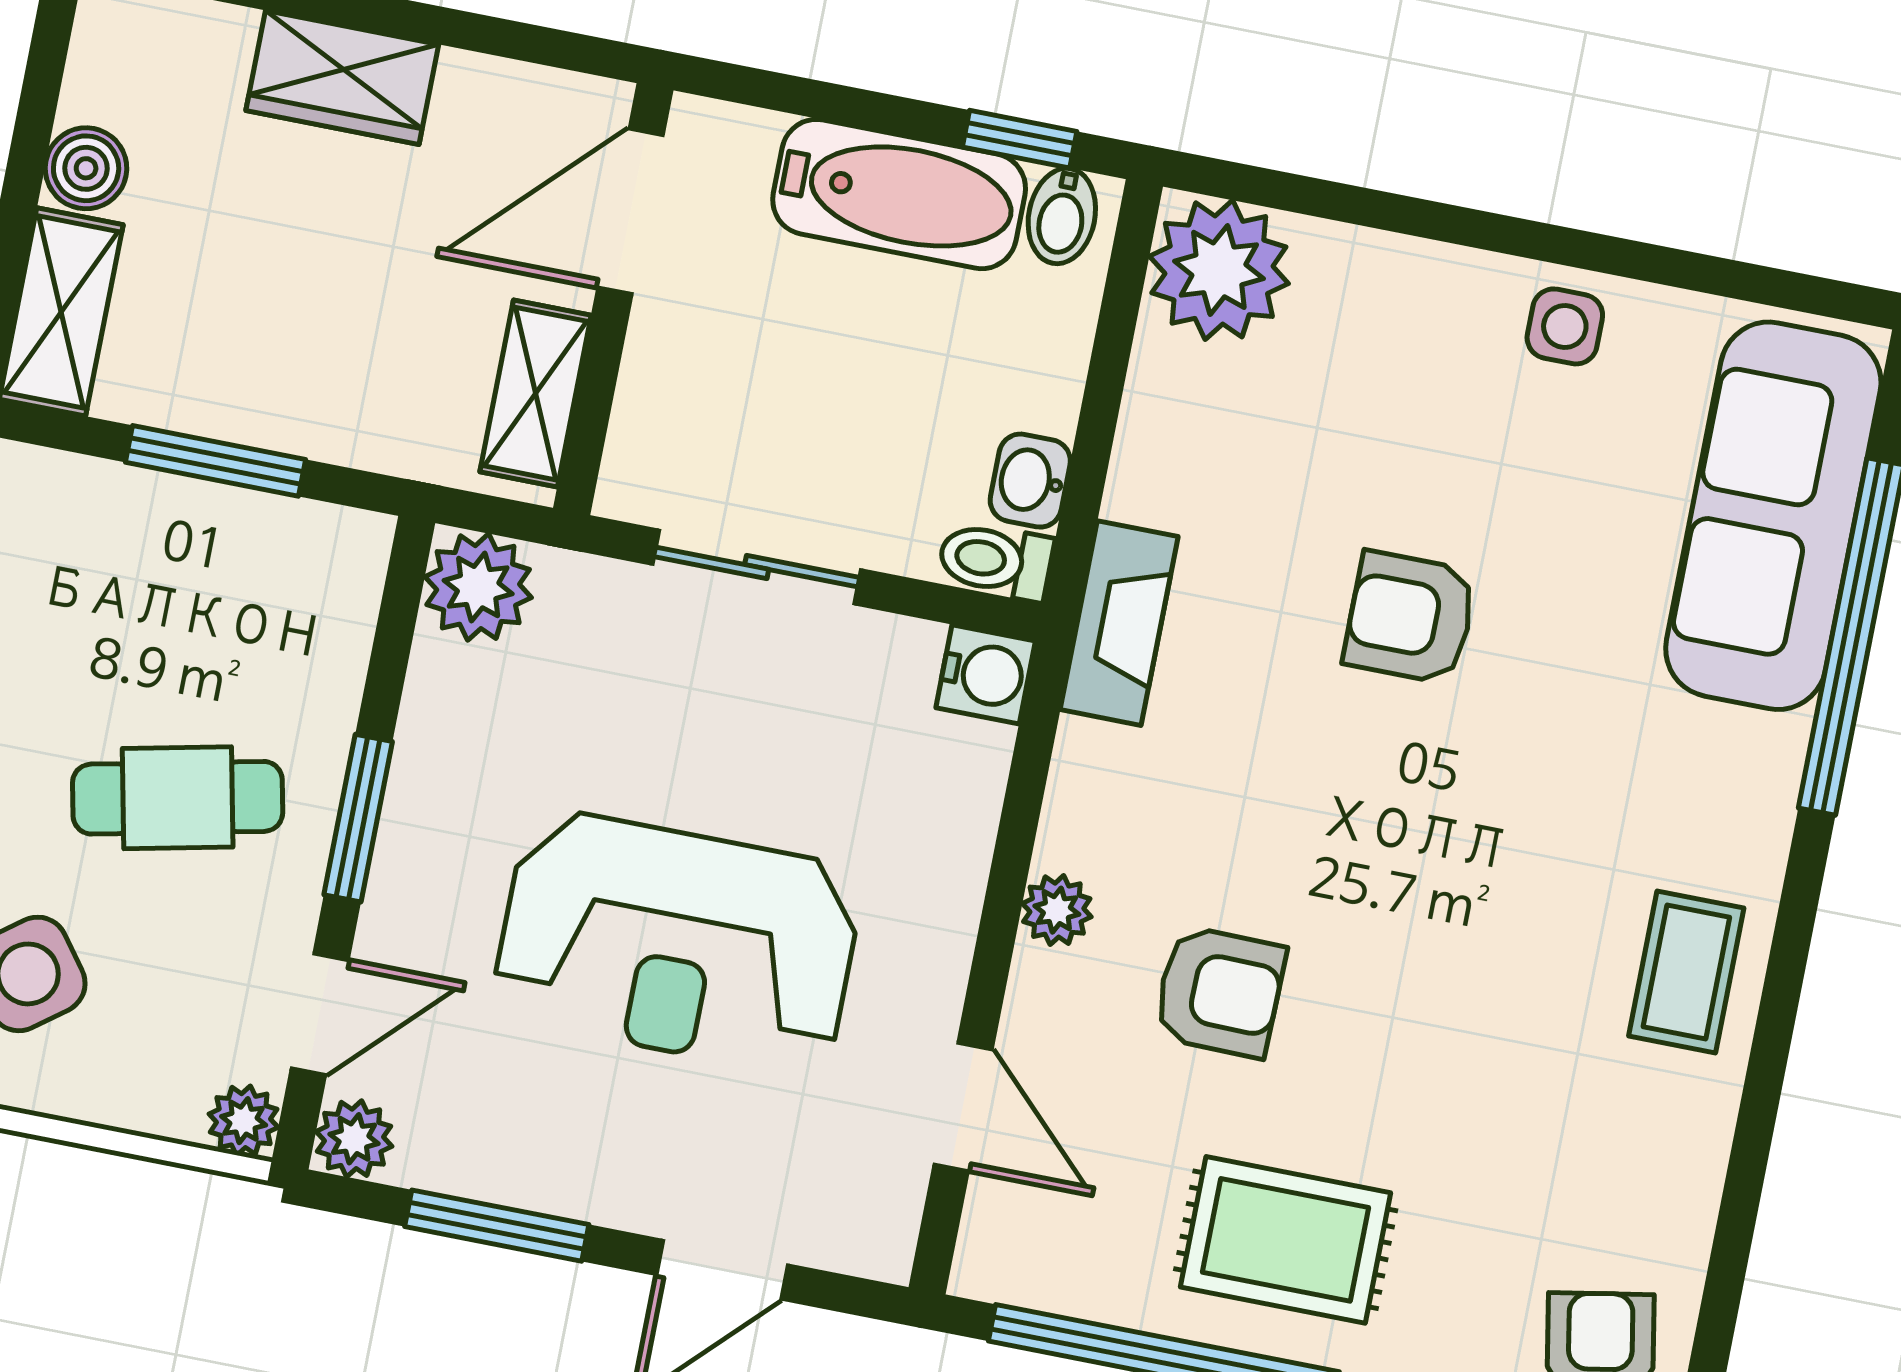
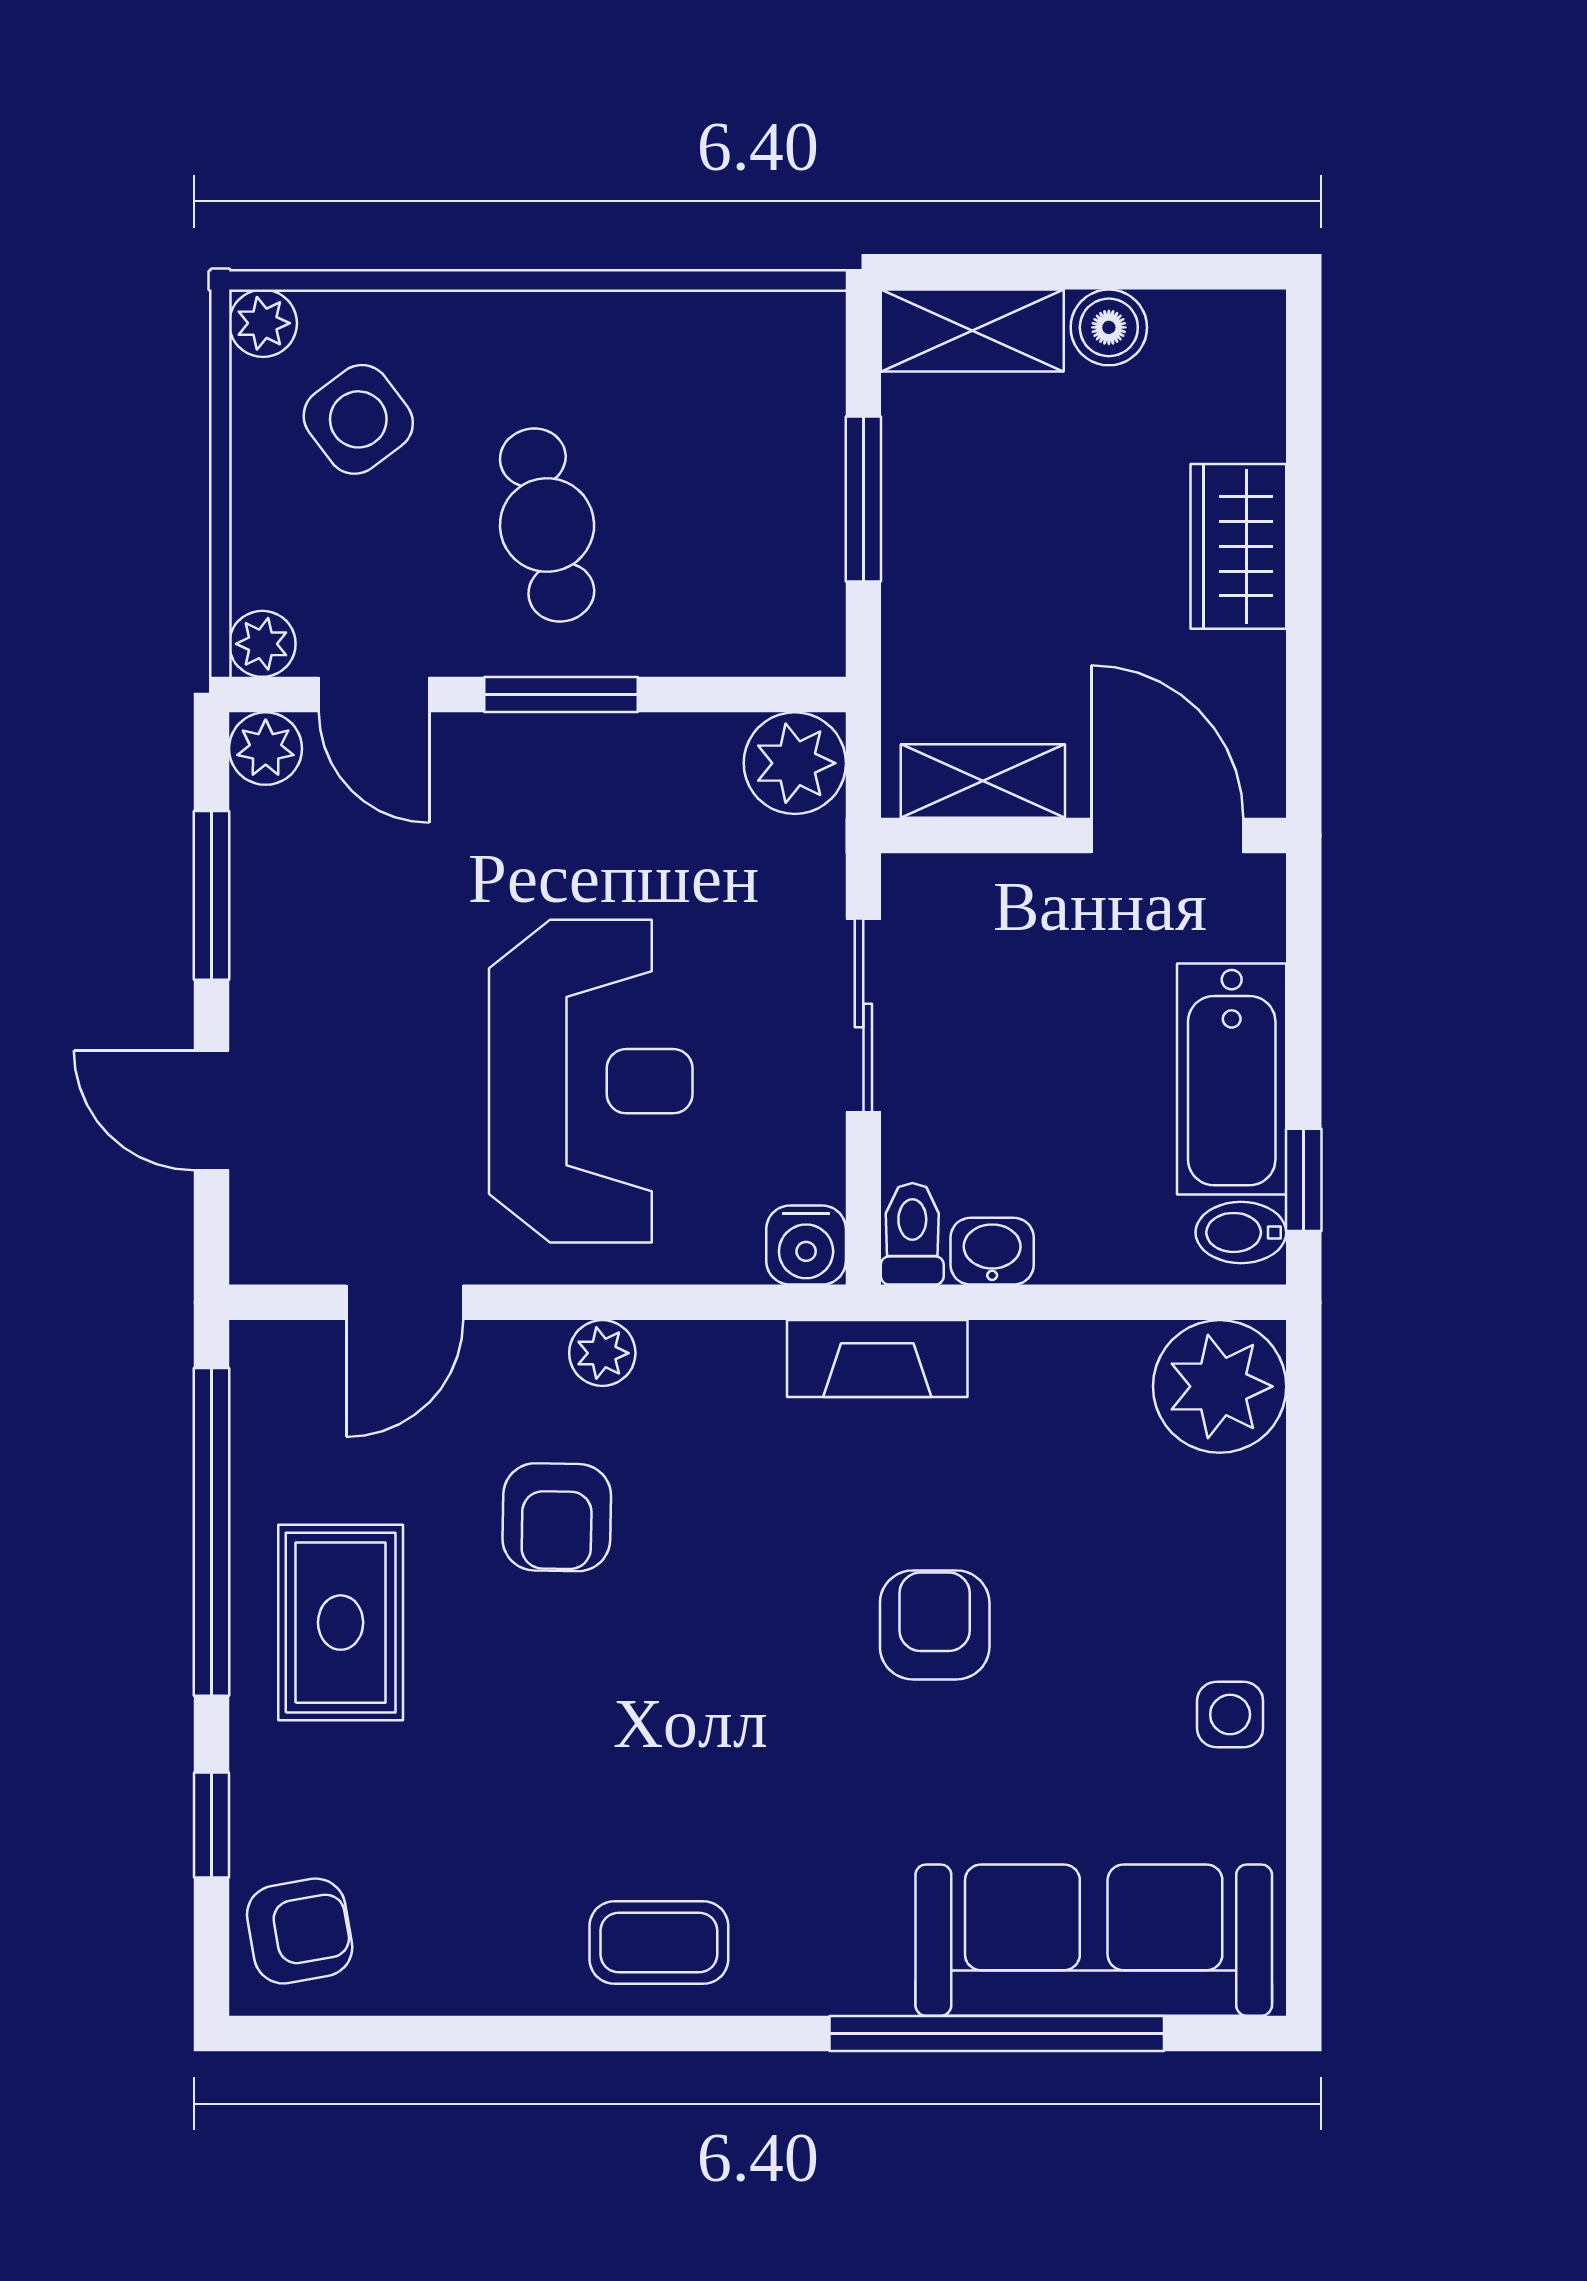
reception desk: (678, 942) -> (591, 1081), moved, turned 180

